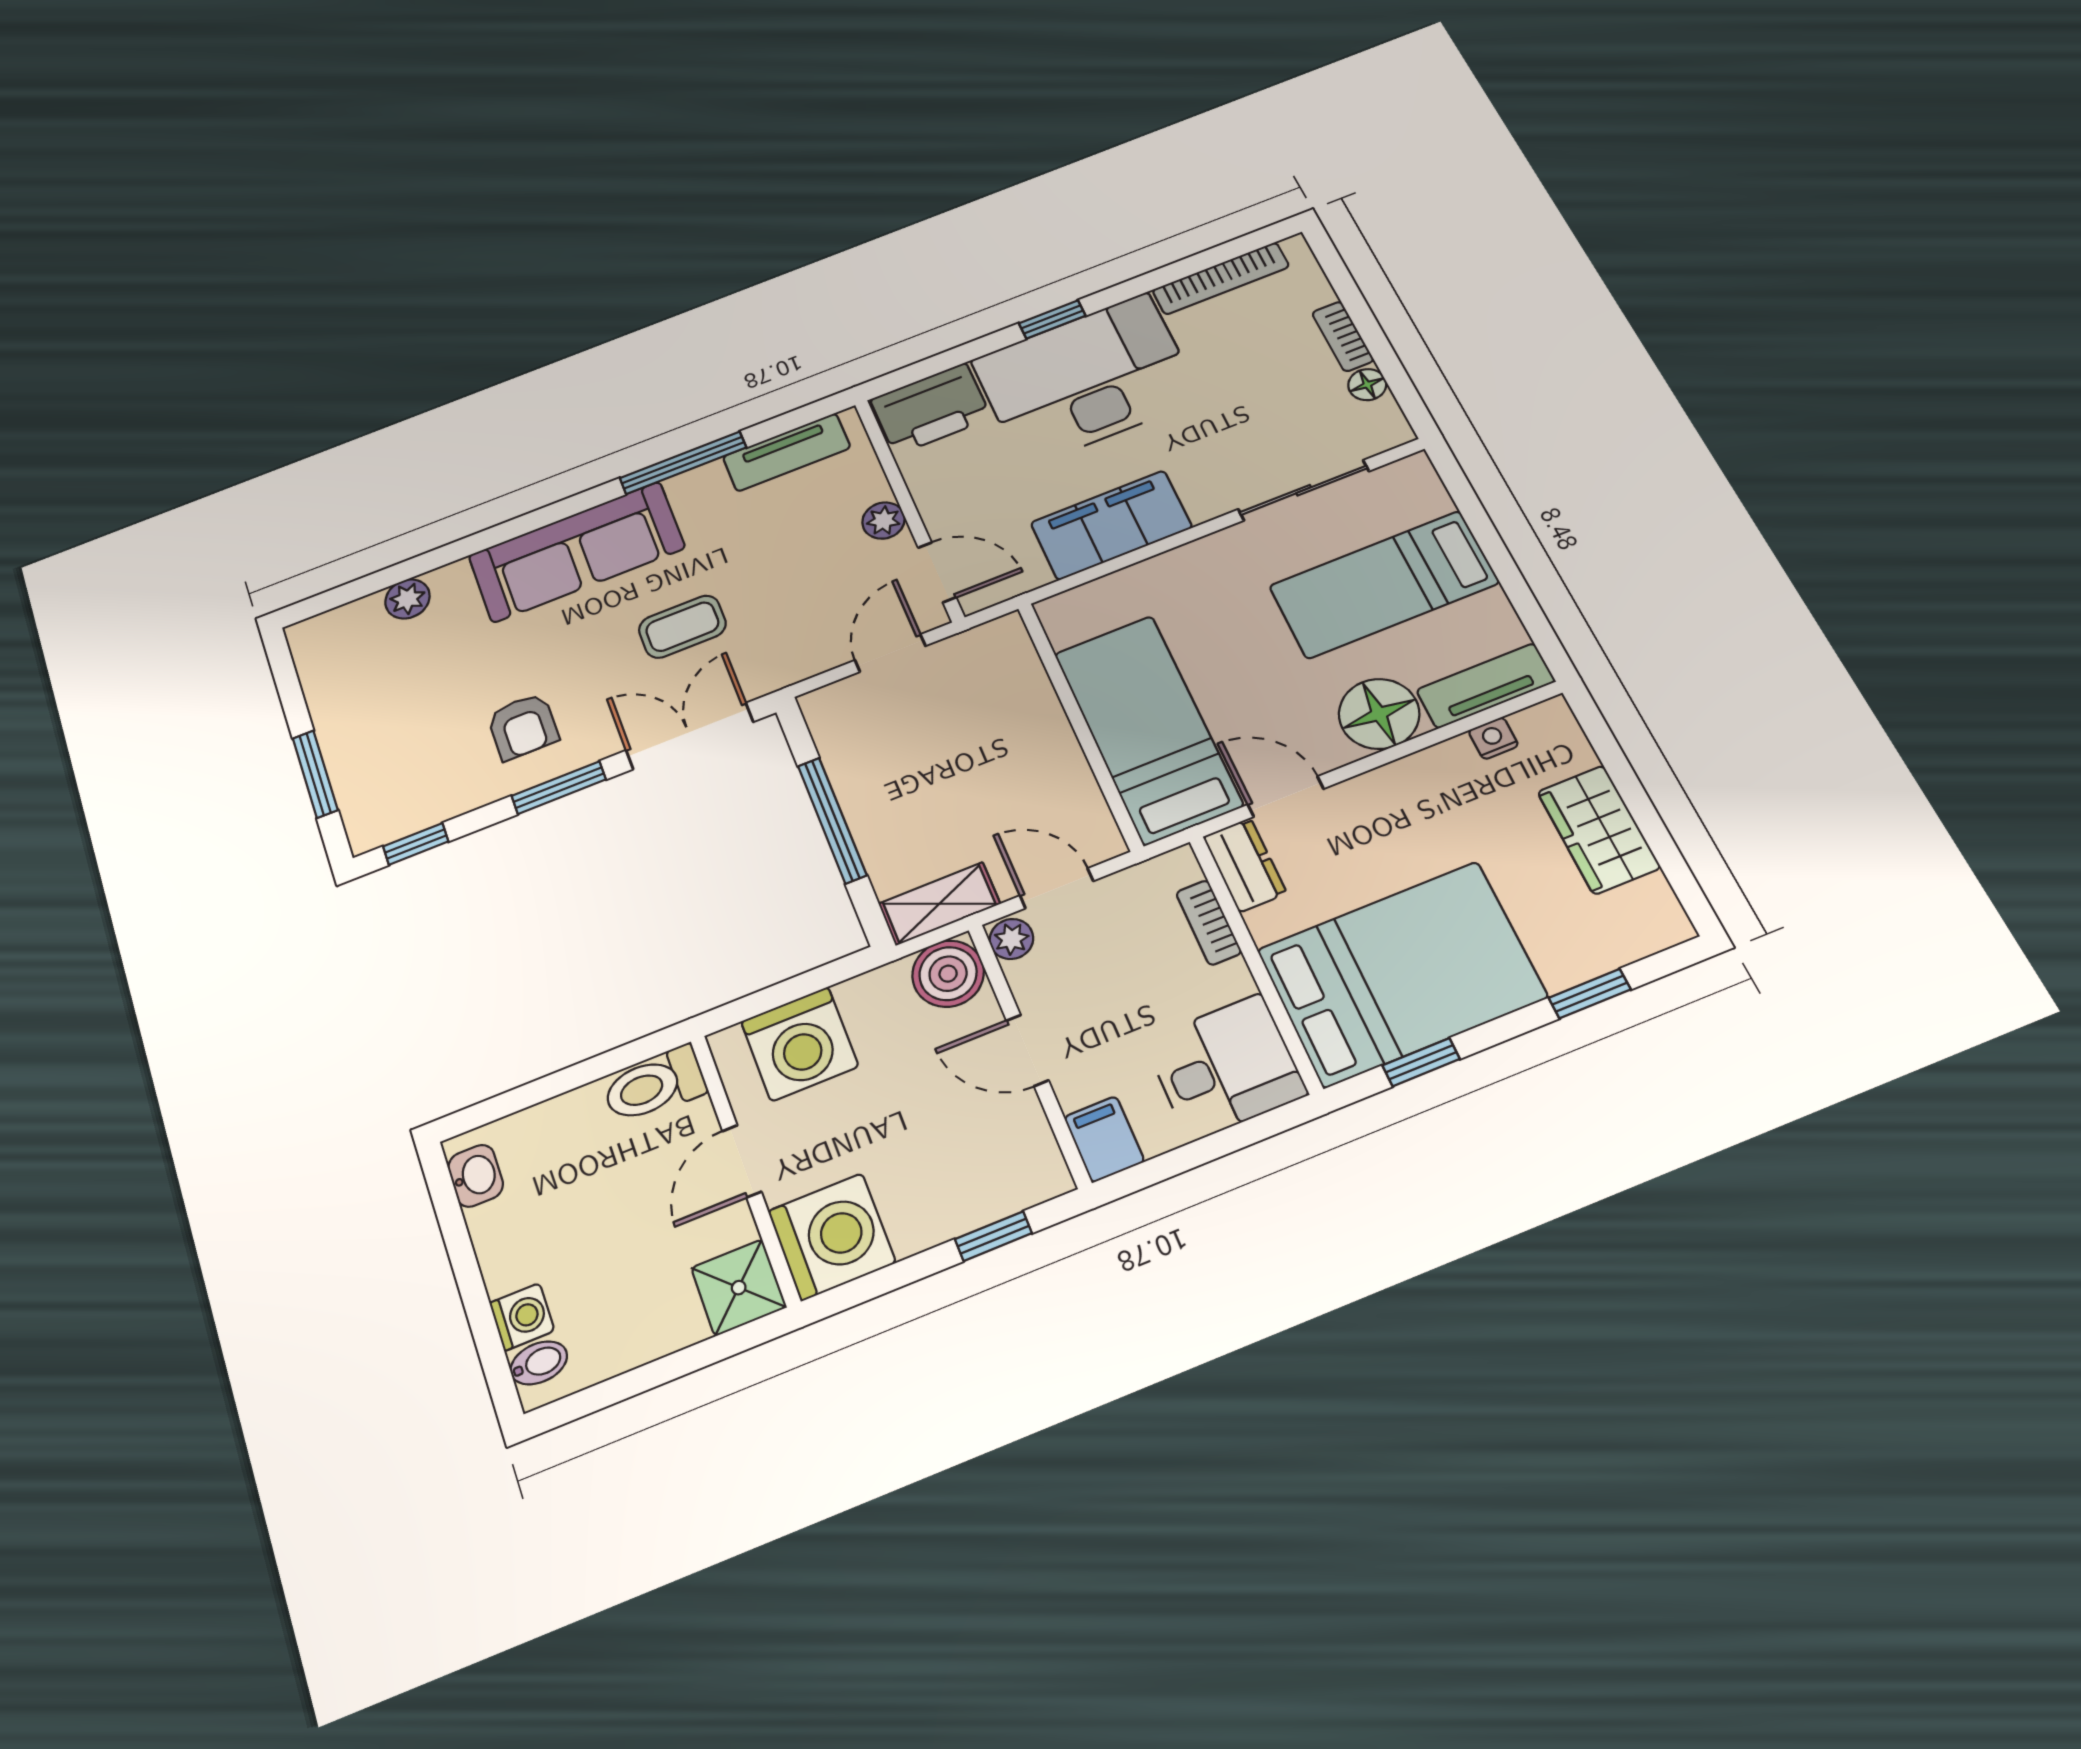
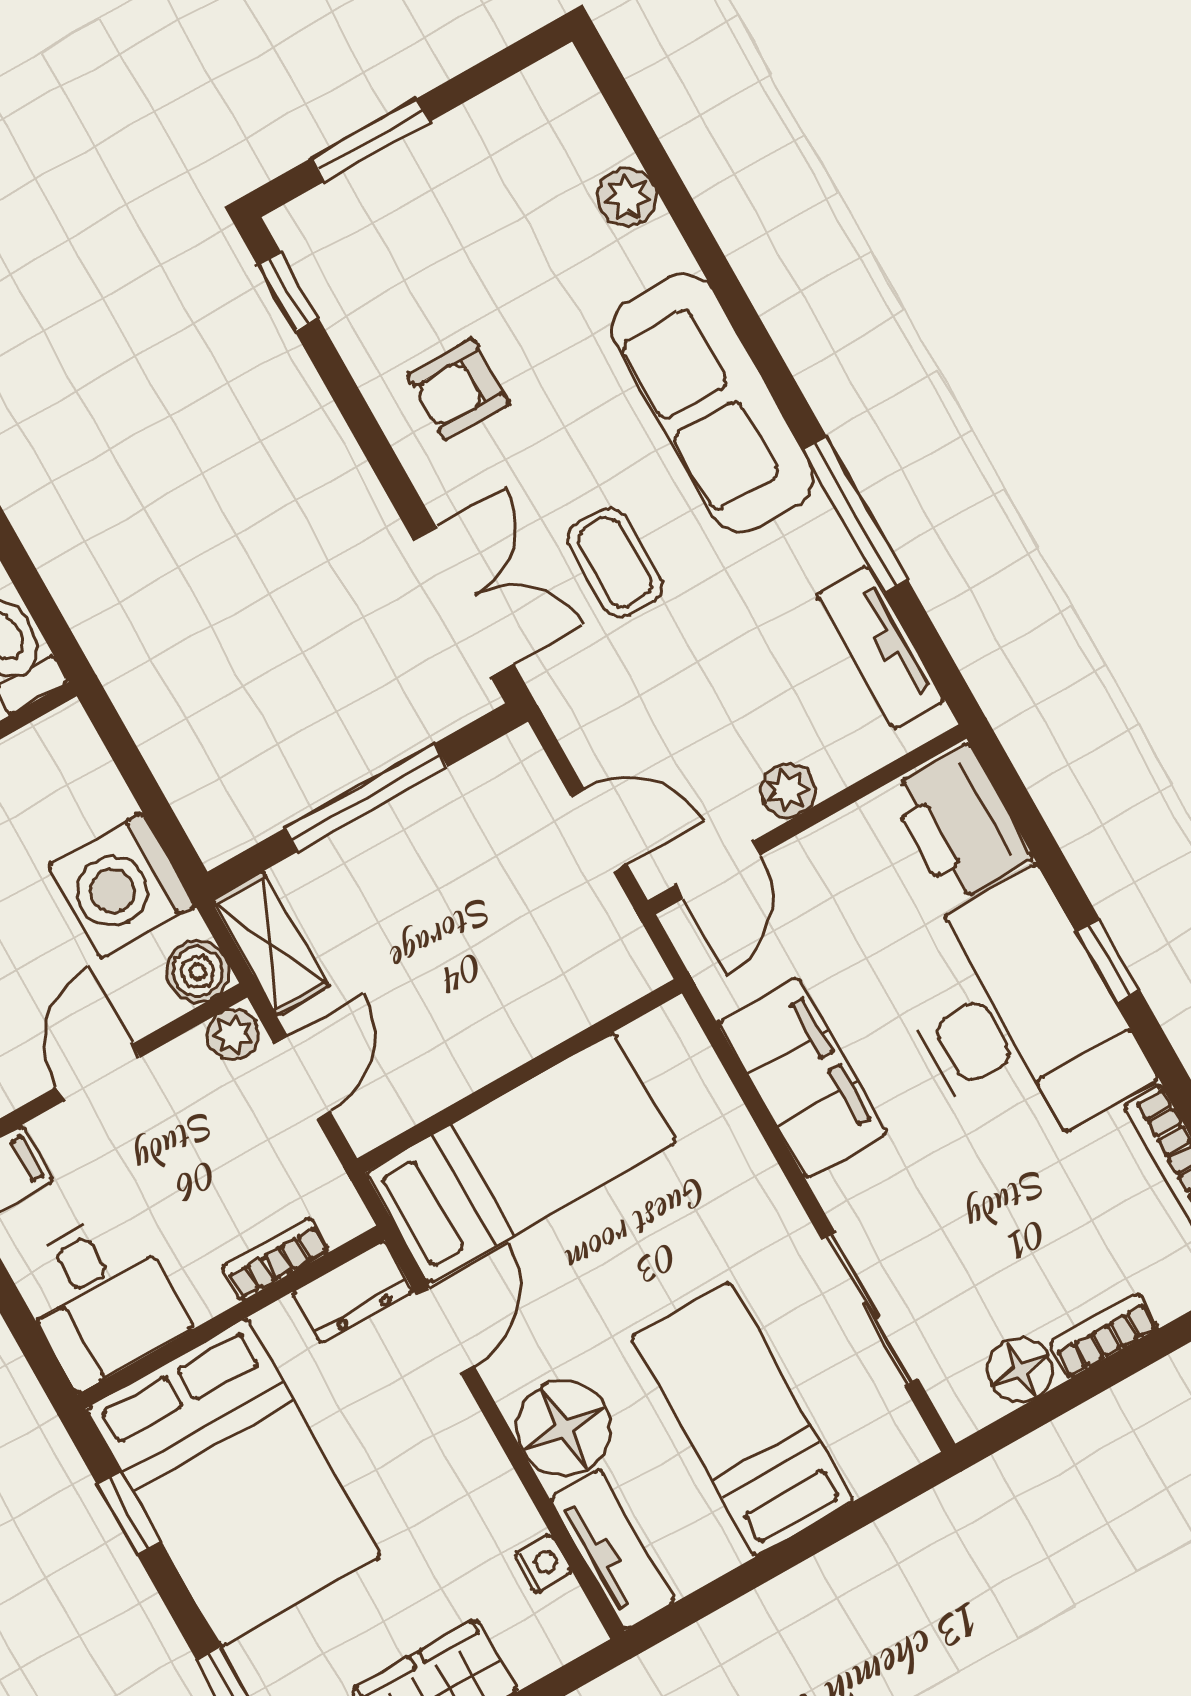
floor lamp: (1367, 385) -> (1020, 1370), width x1.37, depth x1.37
window: (559, 788) -> (379, 453), removed
boiler: (948, 974) -> (198, 972), width x0.73, depth x0.73
washing machine: (800, 1044) -> (122, 886), moved

